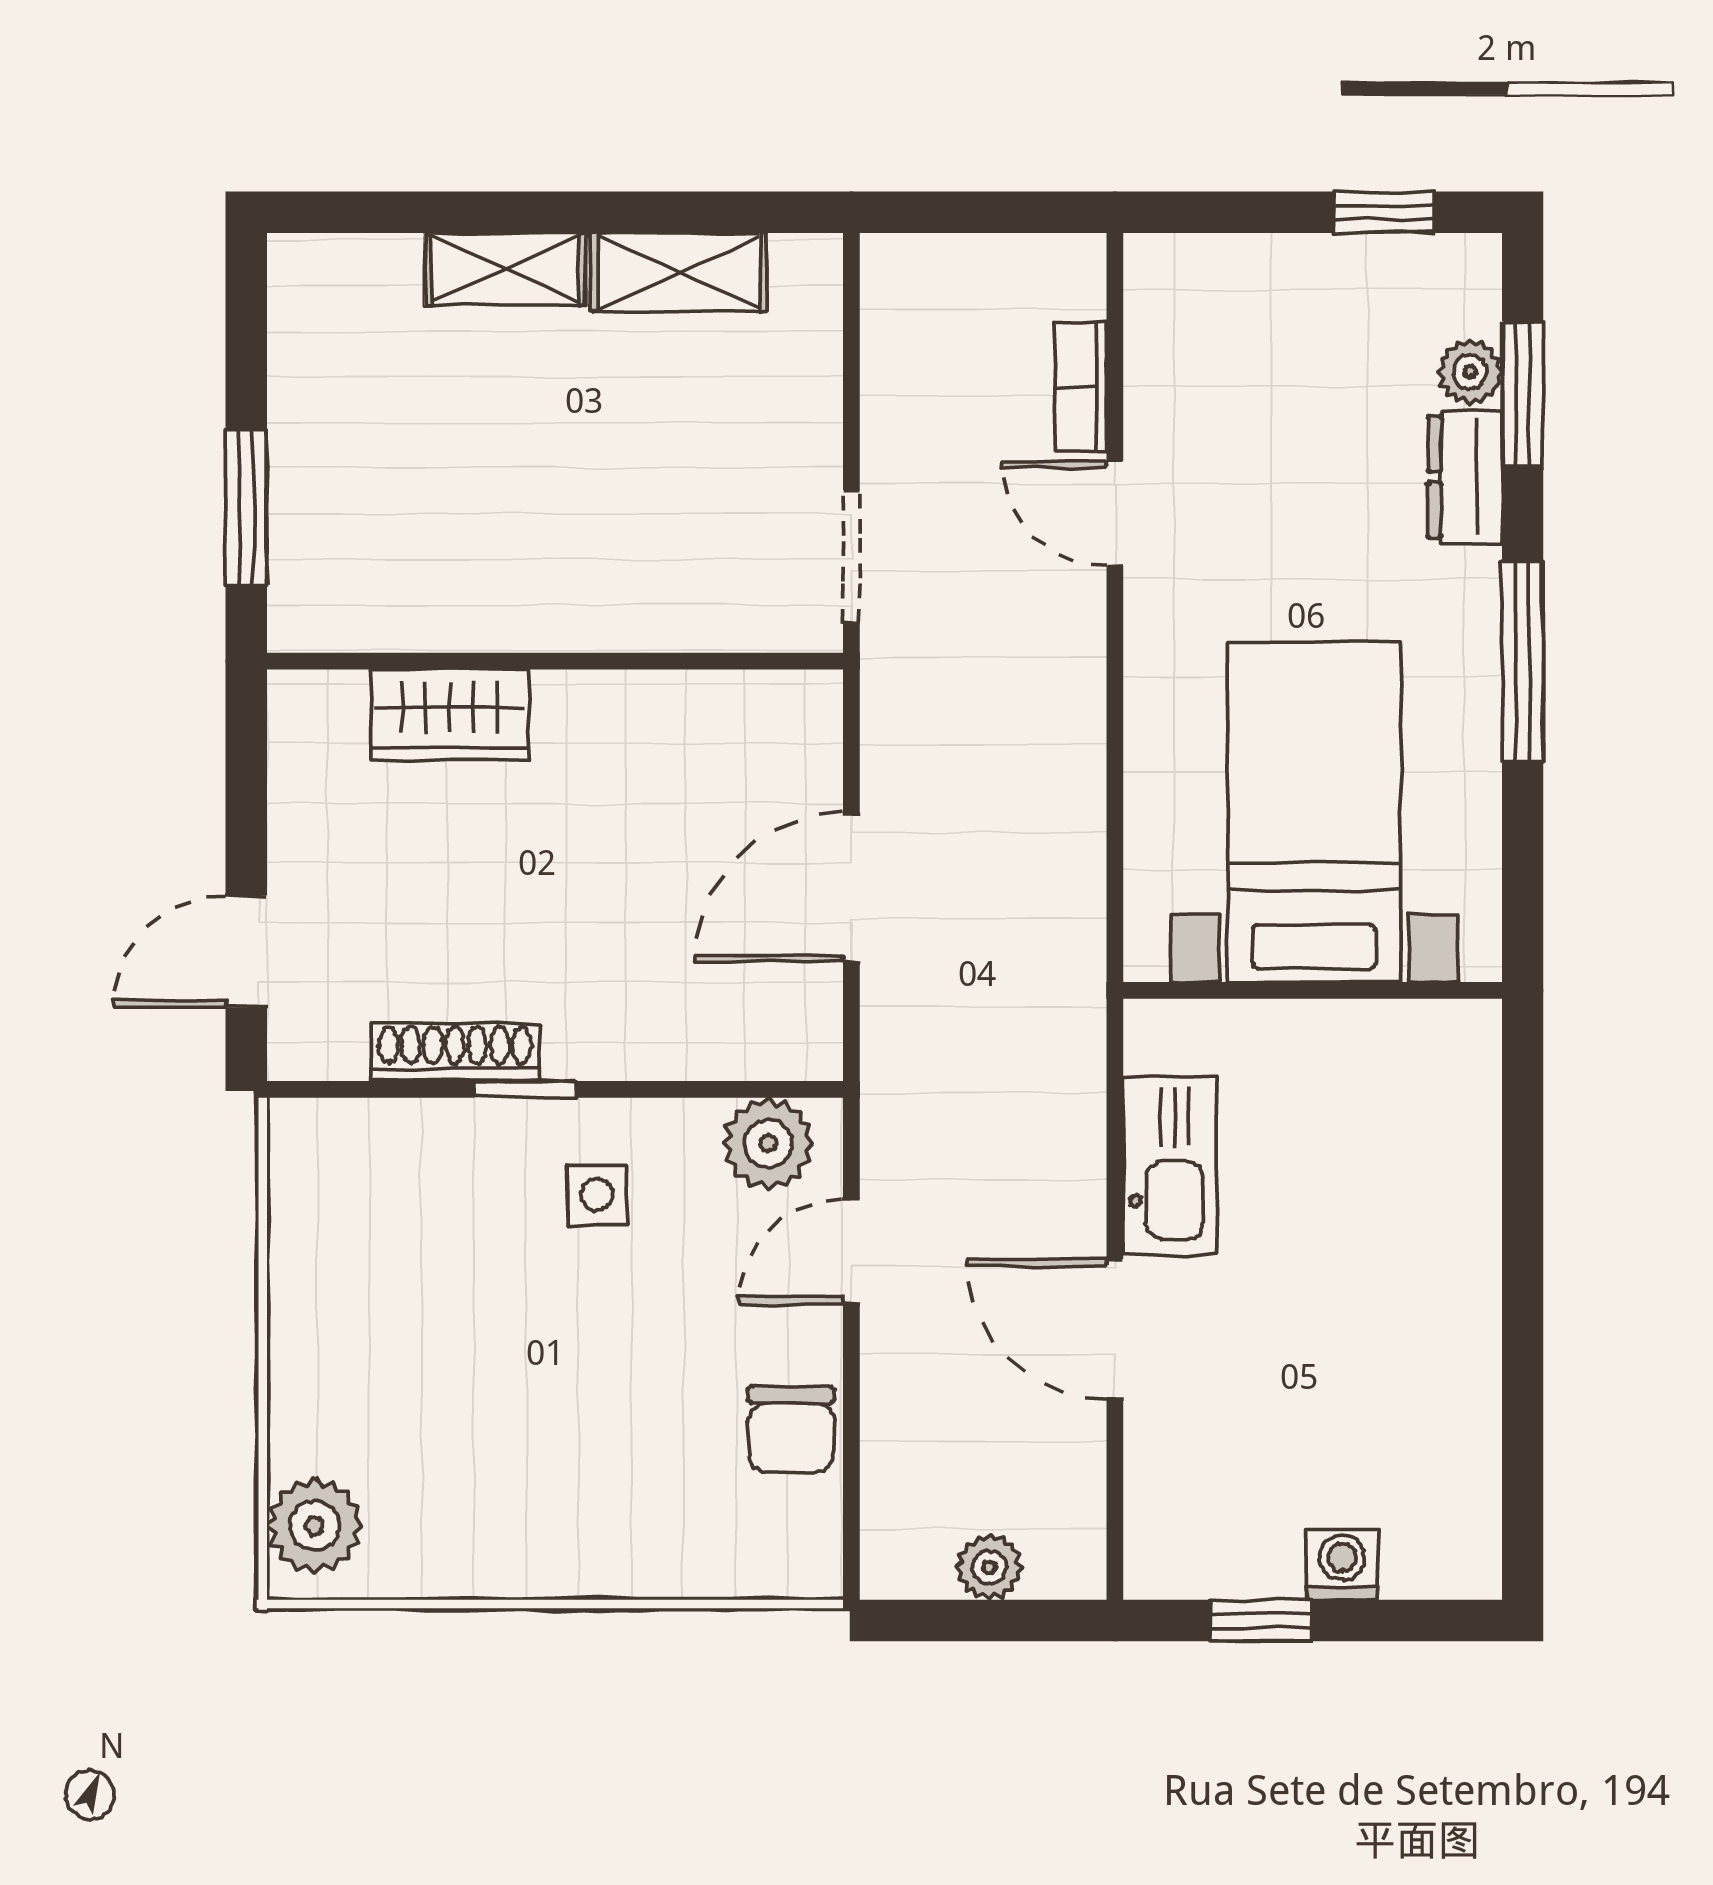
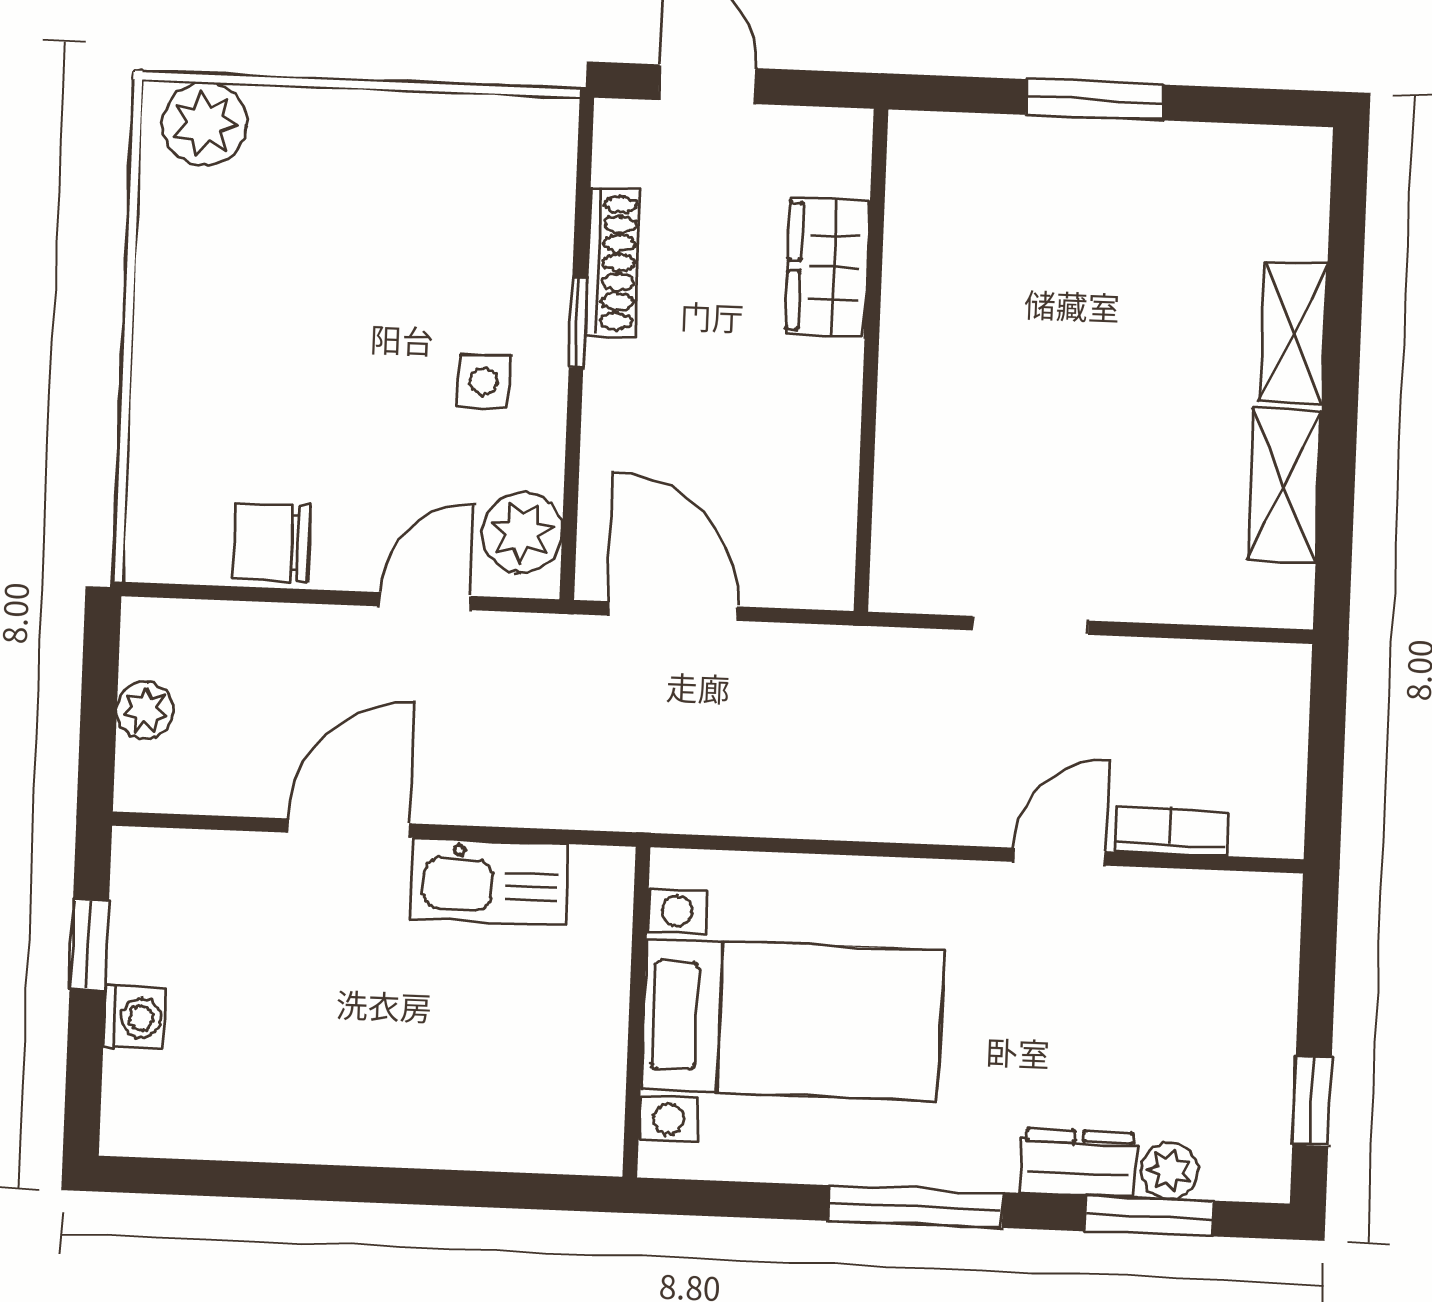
wall: (555, 661) -> (871, 360), moved
wardrobe: (450, 715) -> (828, 267), moved
door: (851, 888) -> (672, 611), moved
door: (851, 1252) -> (425, 601), hinge flipped

